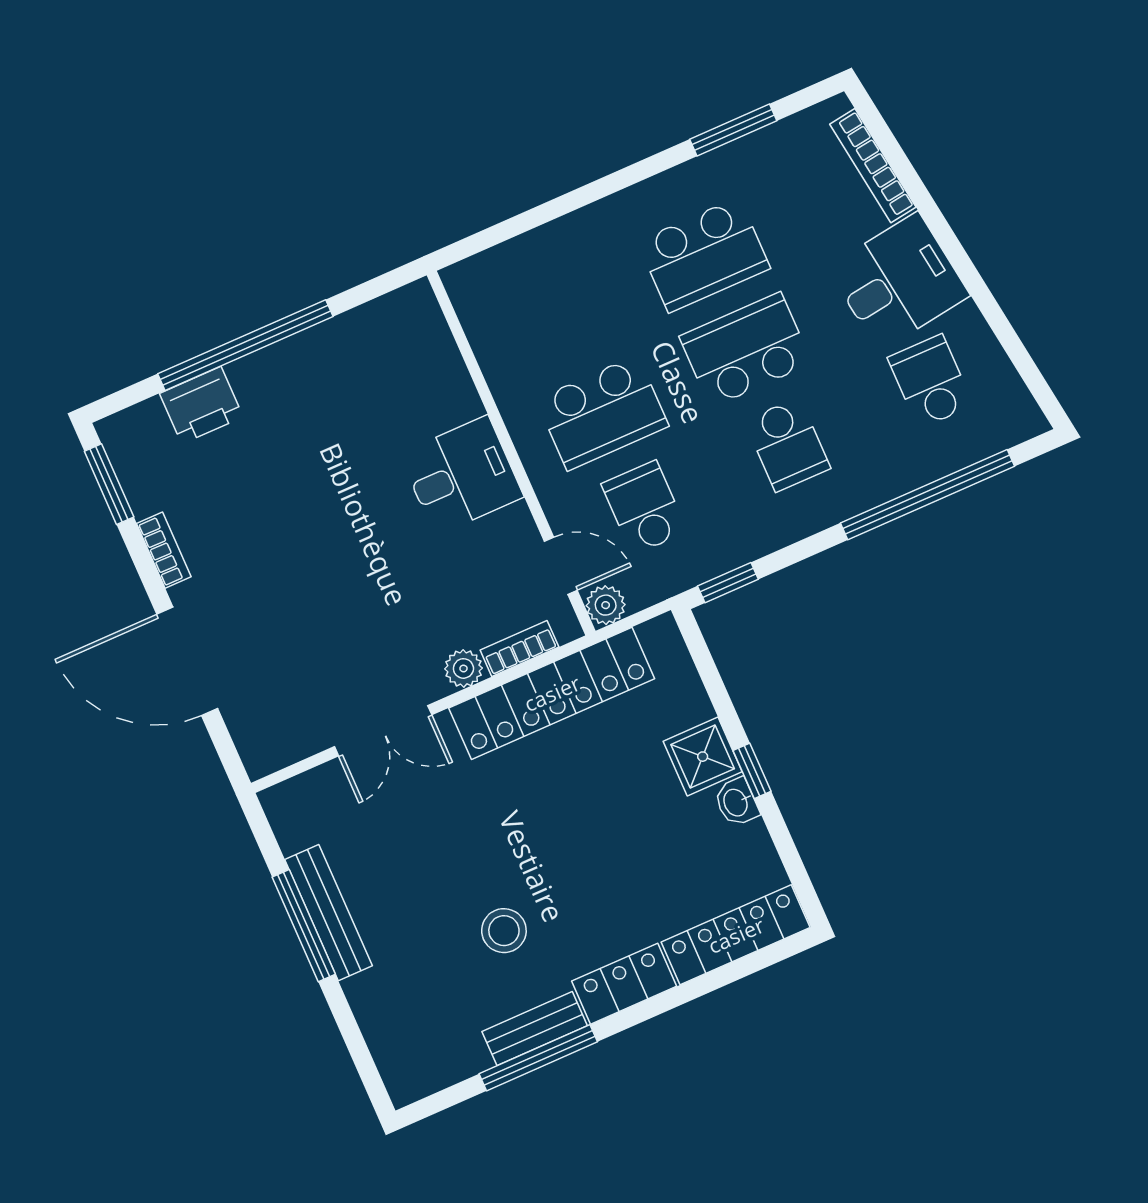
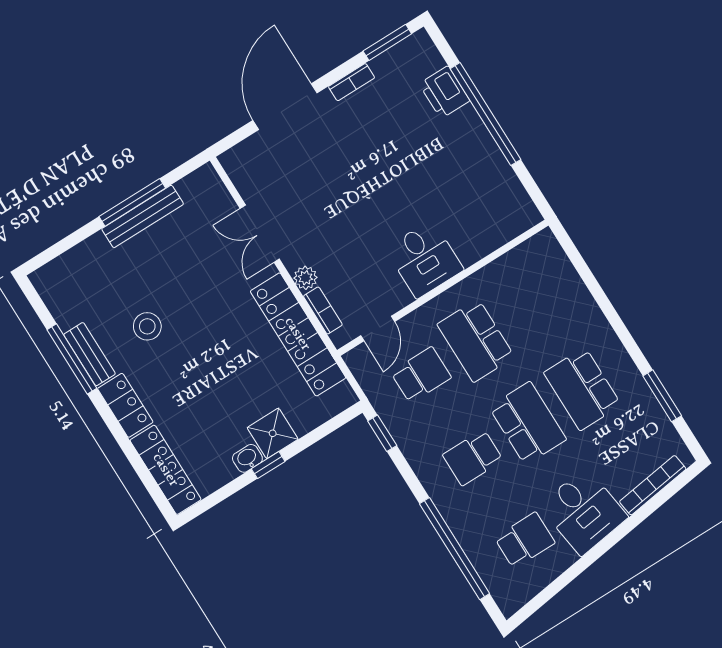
plant: (606, 605) -> (357, 360), removed

